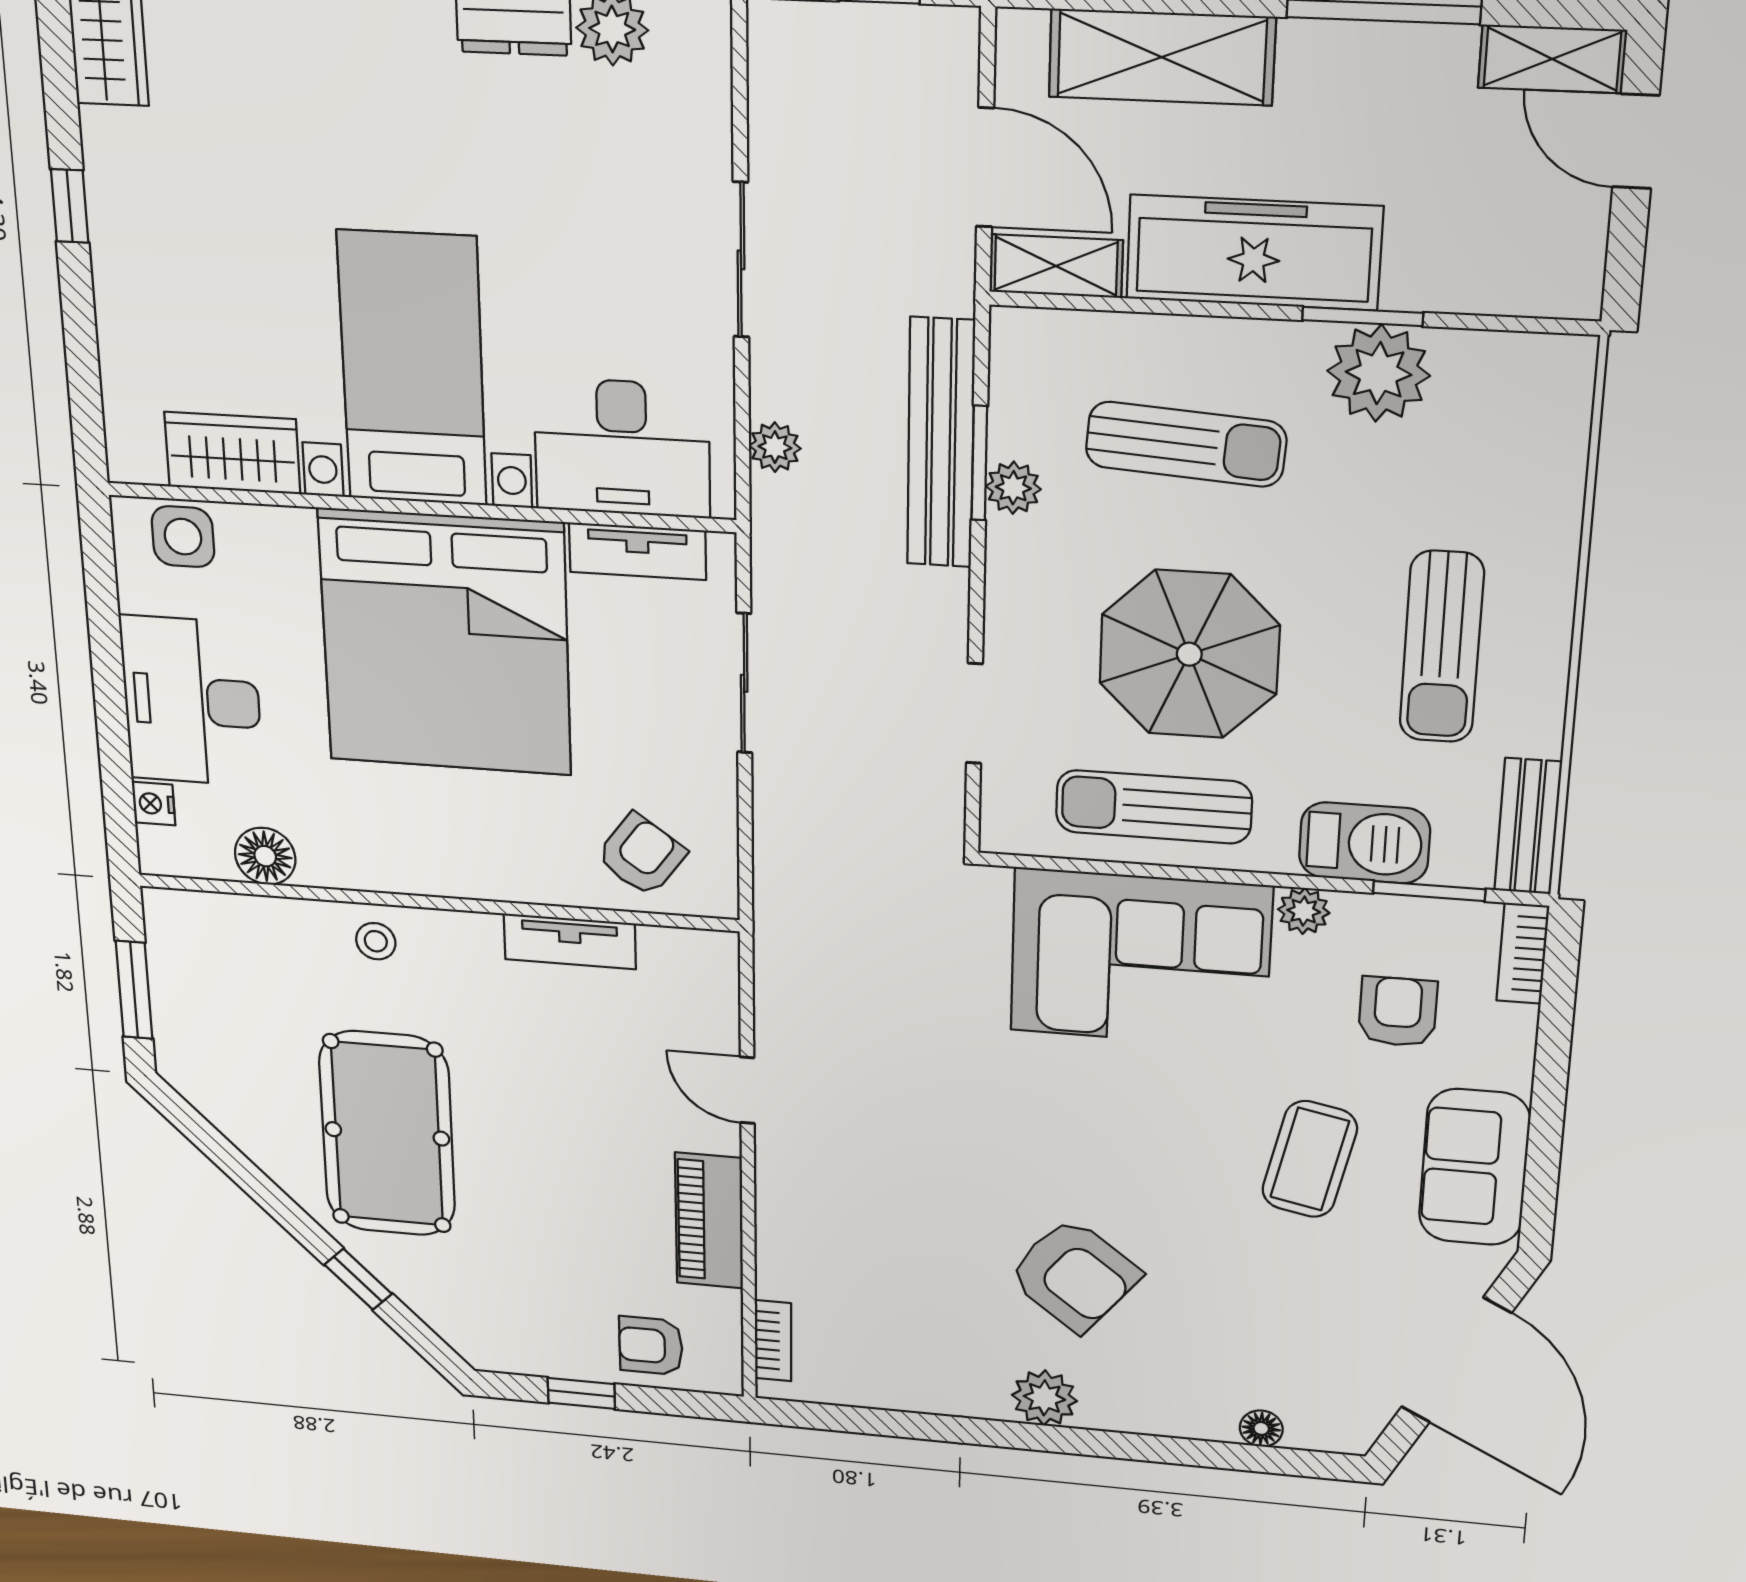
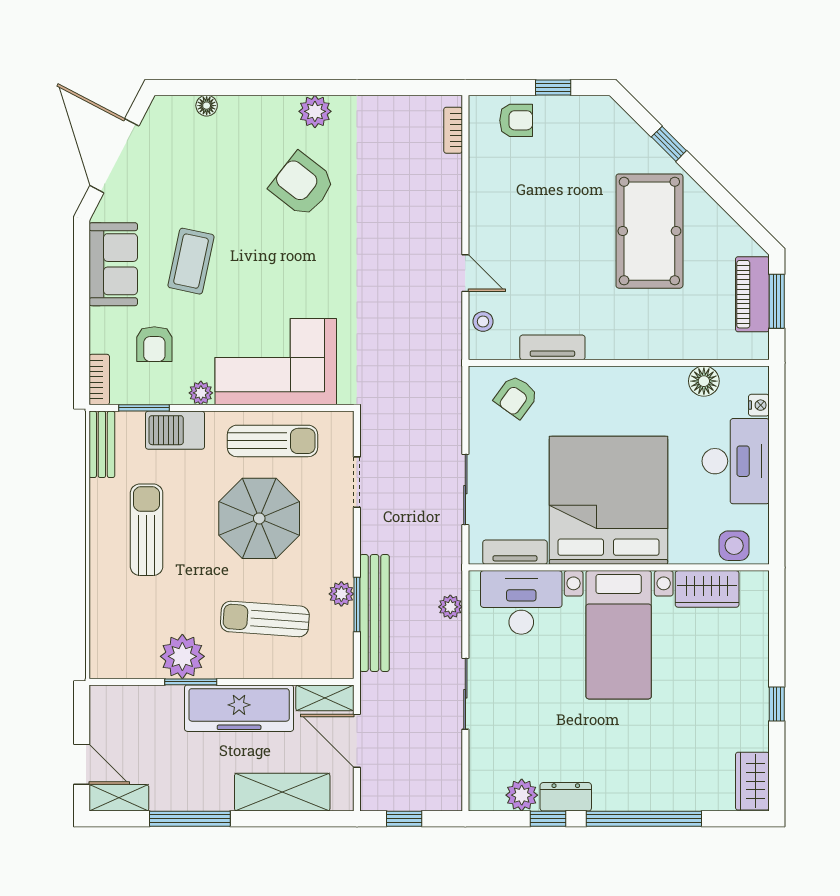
stool: (376, 941) -> (483, 321), moved
piano: (709, 1221) -> (752, 294), moved, turned 180

